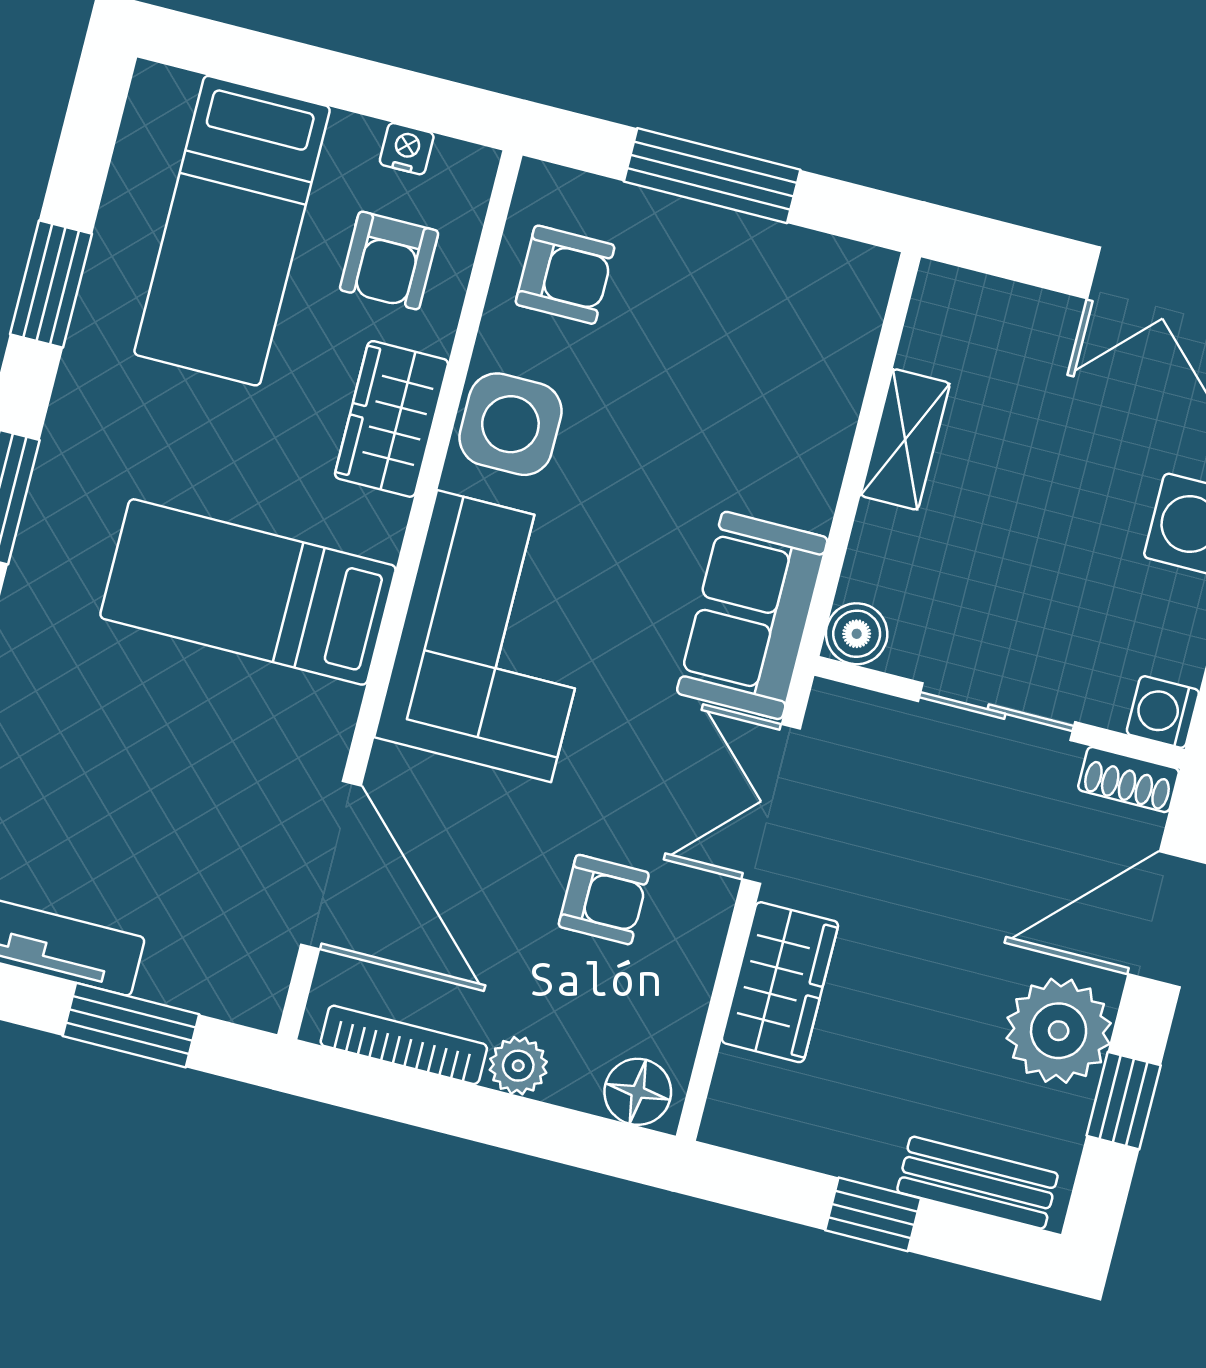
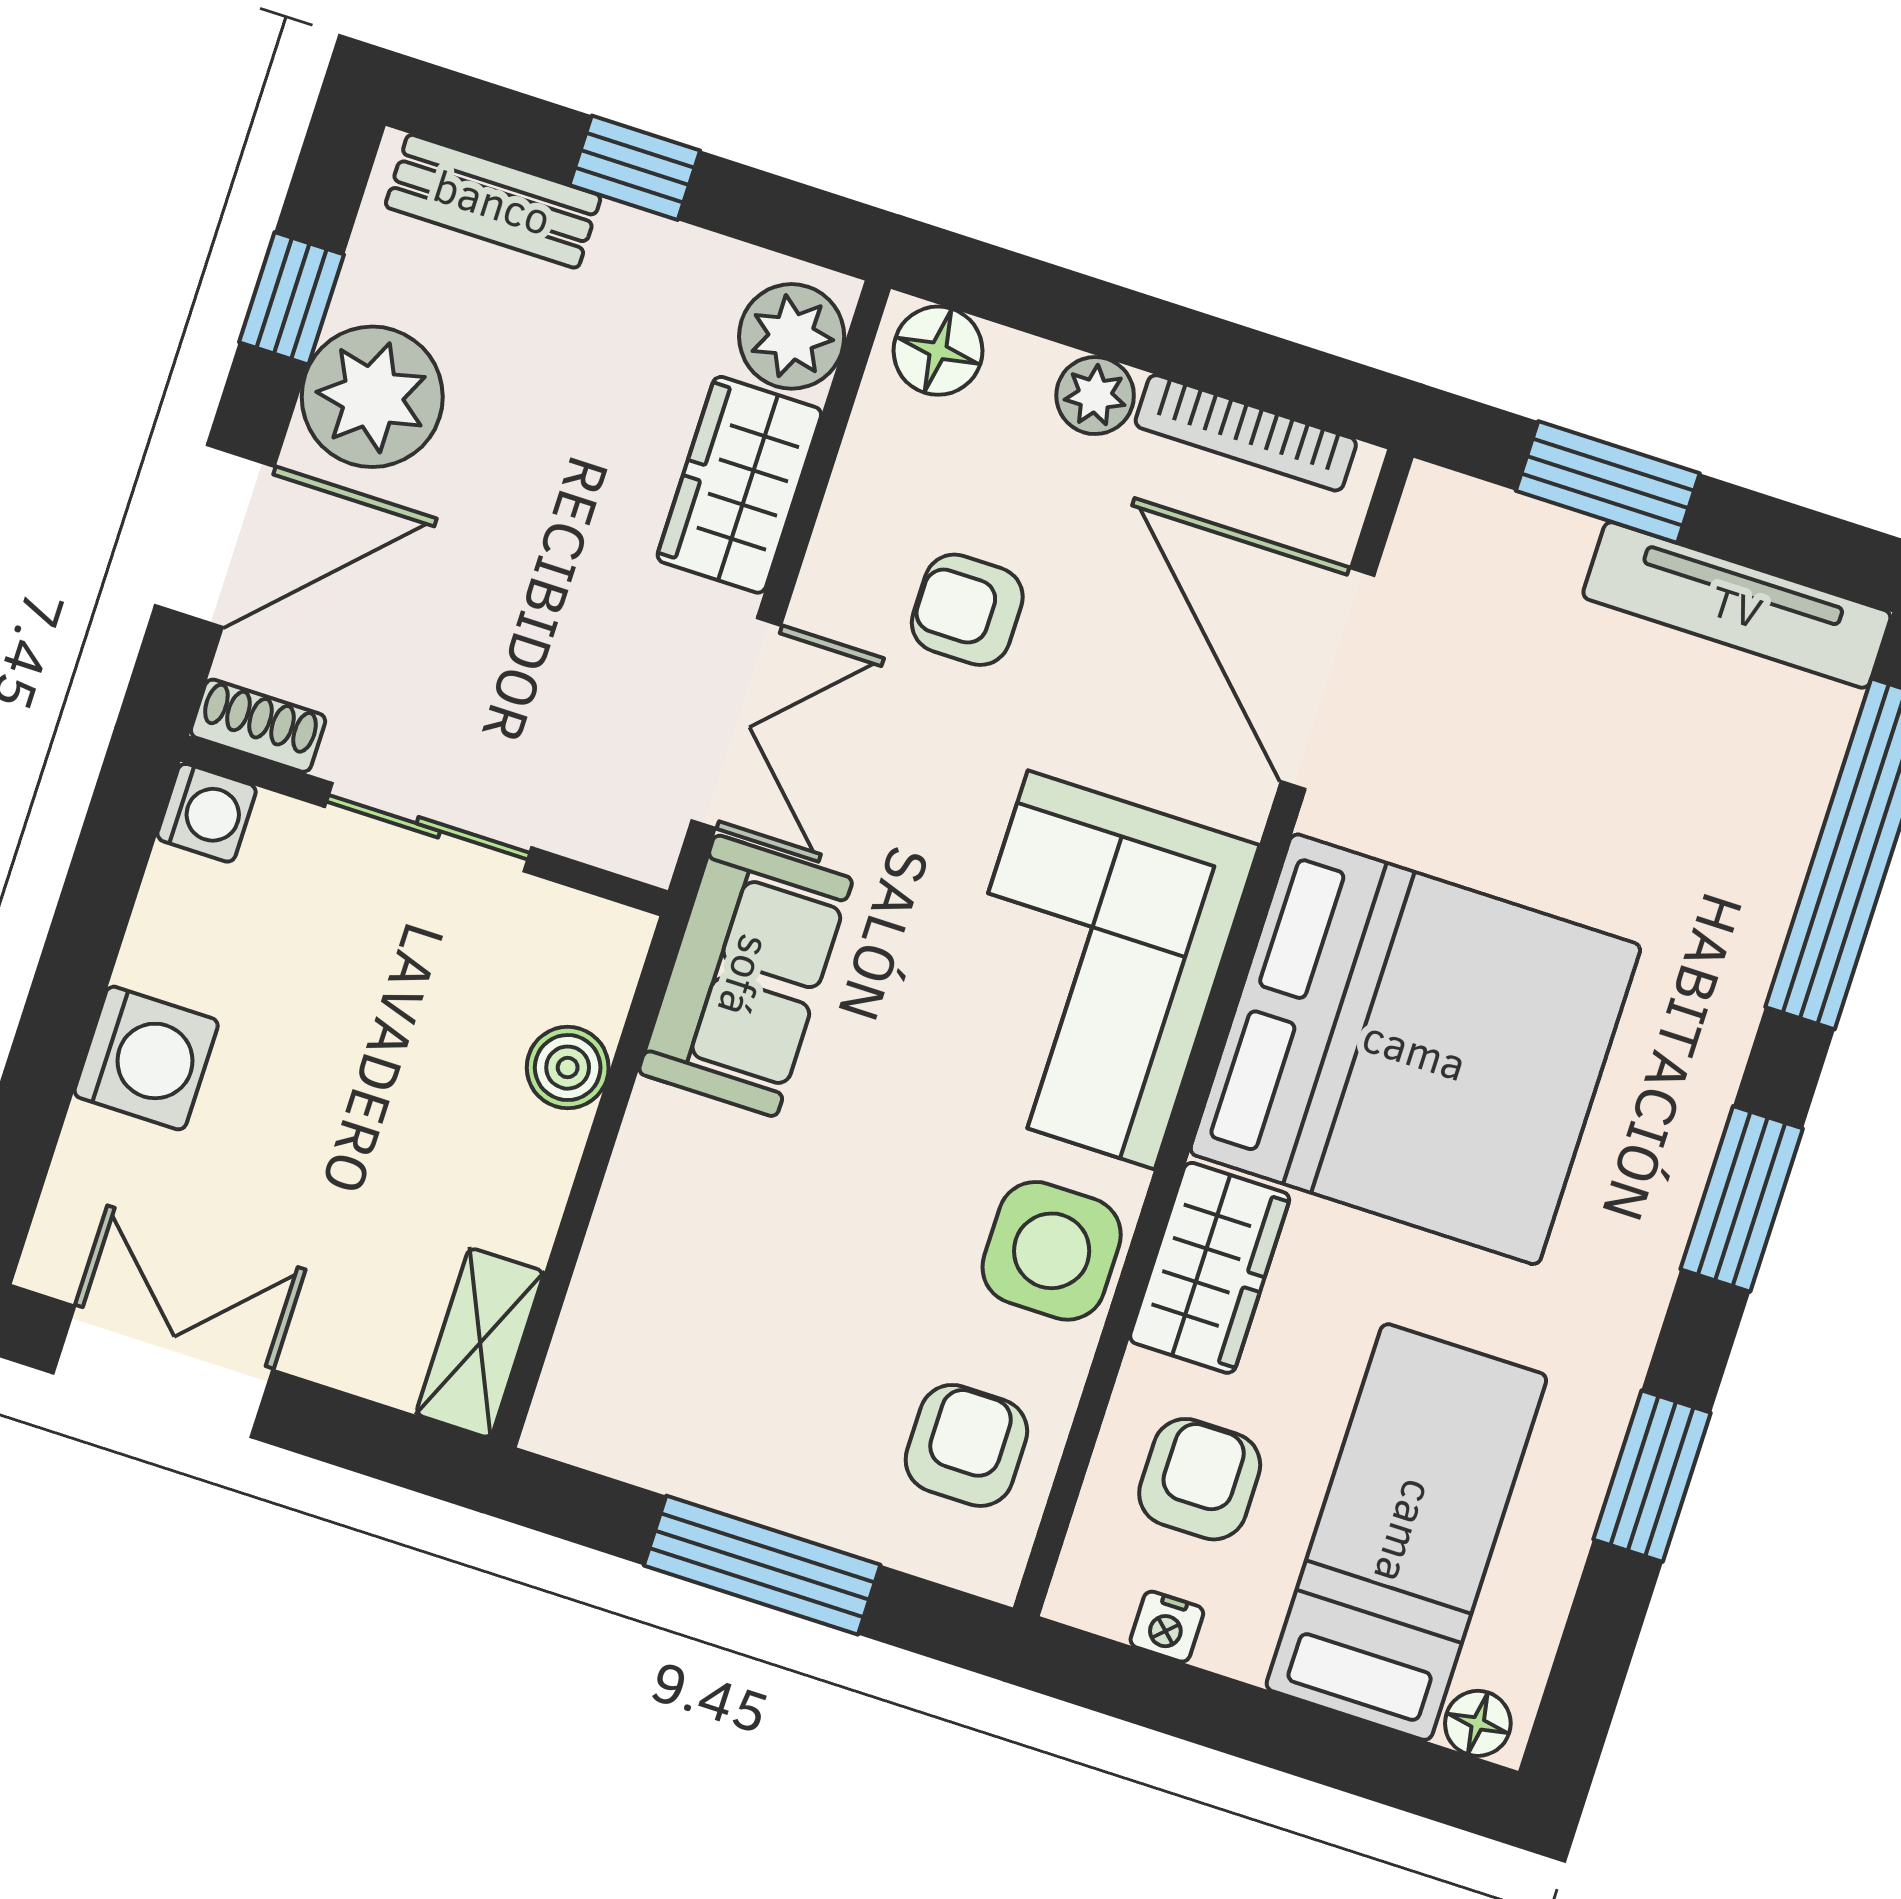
floor lamp: (170, 91) -> (1478, 1723), added
armchair: (565, 275) -> (966, 1445), turned 90
shelving: (905, 439) -> (480, 1343), moved
bed: (248, 592) -> (1415, 1049), width x2.04
boiler: (857, 634) -> (568, 1068), moved
plant: (748, 1096) -> (792, 336), added

